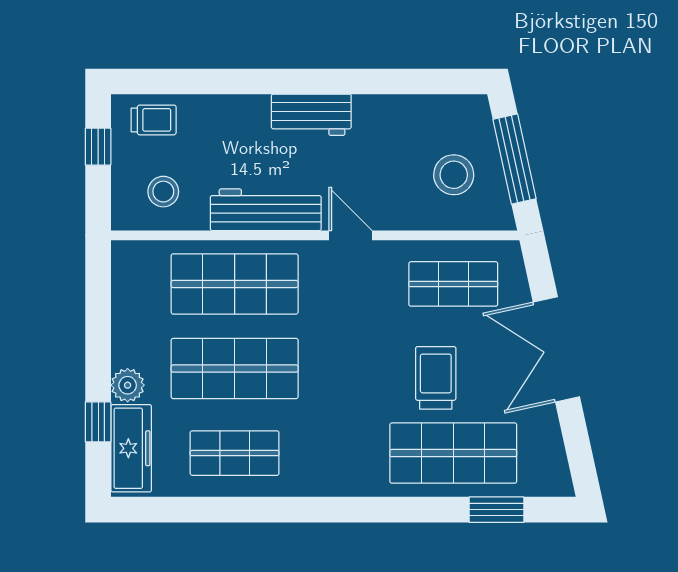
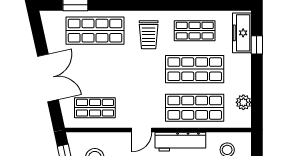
door: (350, 235) -> (142, 130), hinge flipped
trolley: (436, 378) -> (149, 35), moved
plant: (128, 385) -> (243, 102), moved

